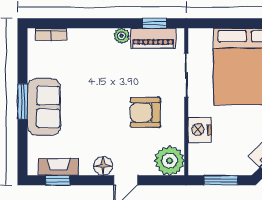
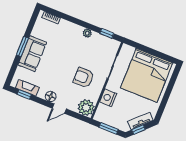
piano: (153, 38) -> (103, 41), removed

